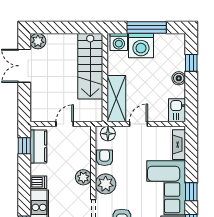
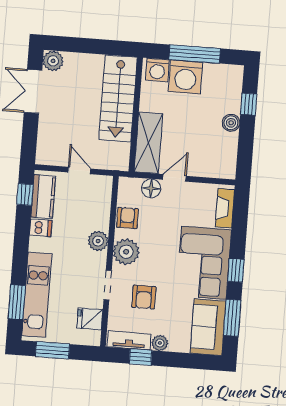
kitchen sink: (177, 110) -> (226, 164), removed
door: (65, 124) -> (79, 170), hinge flipped
floor lamp: (108, 134) -> (151, 188), moved
dishwasher: (38, 182) -> (41, 228), moved

